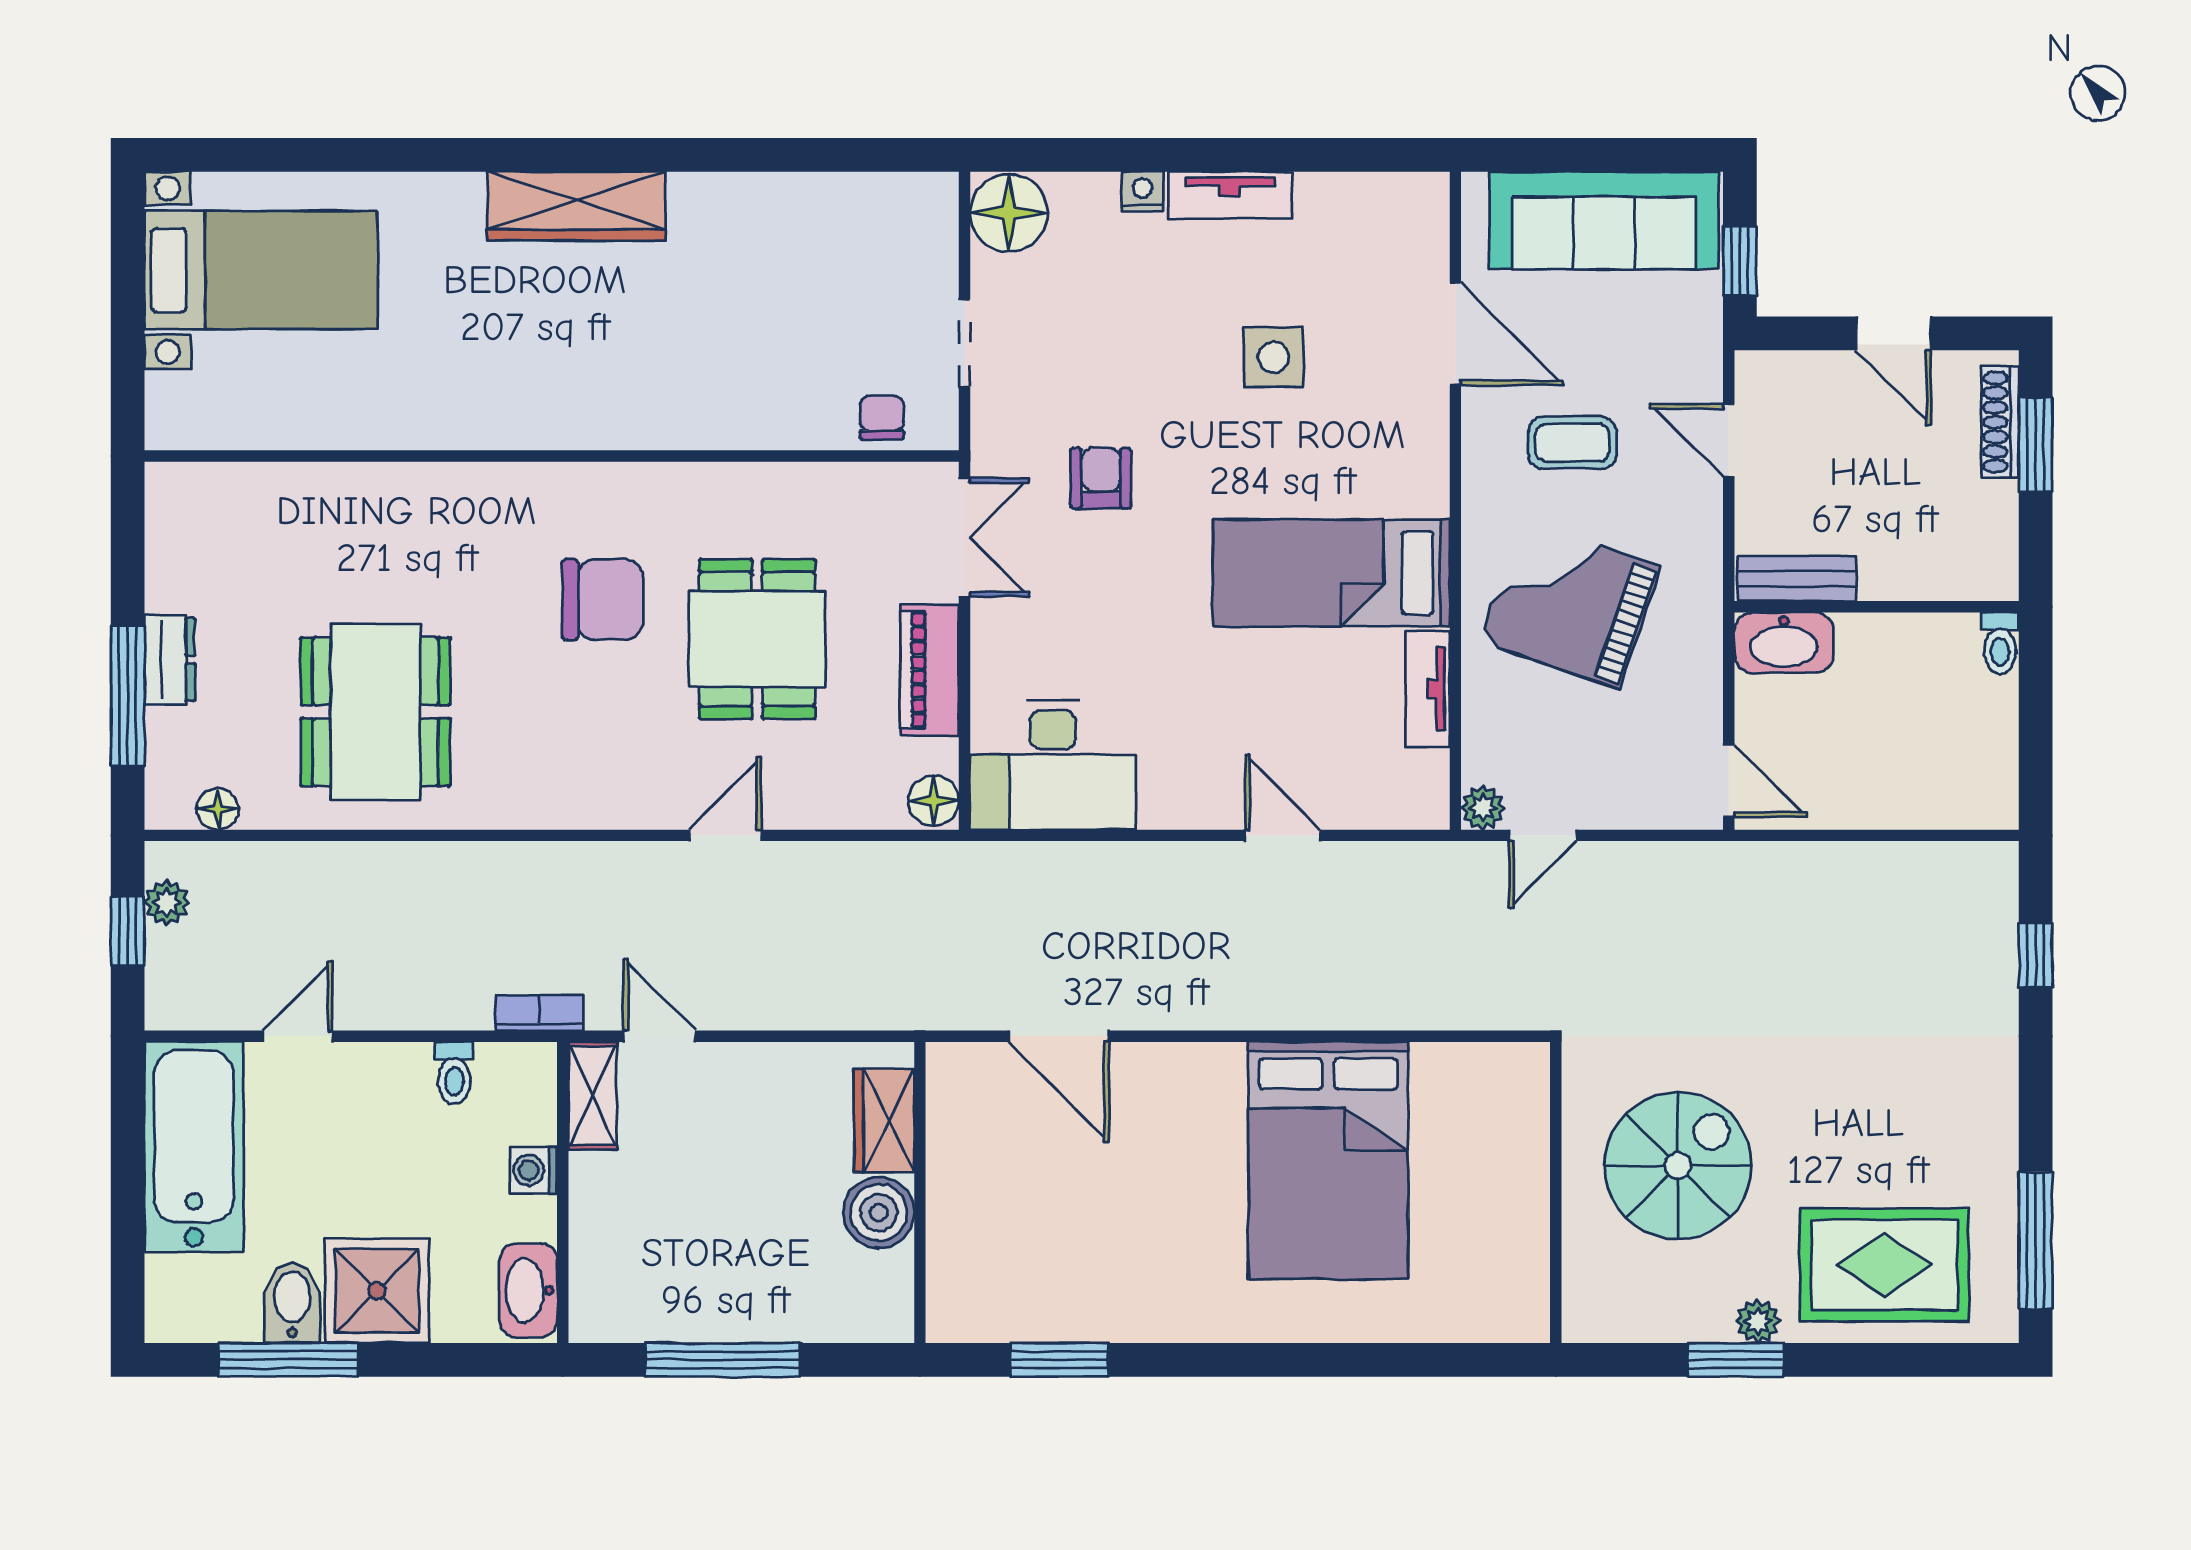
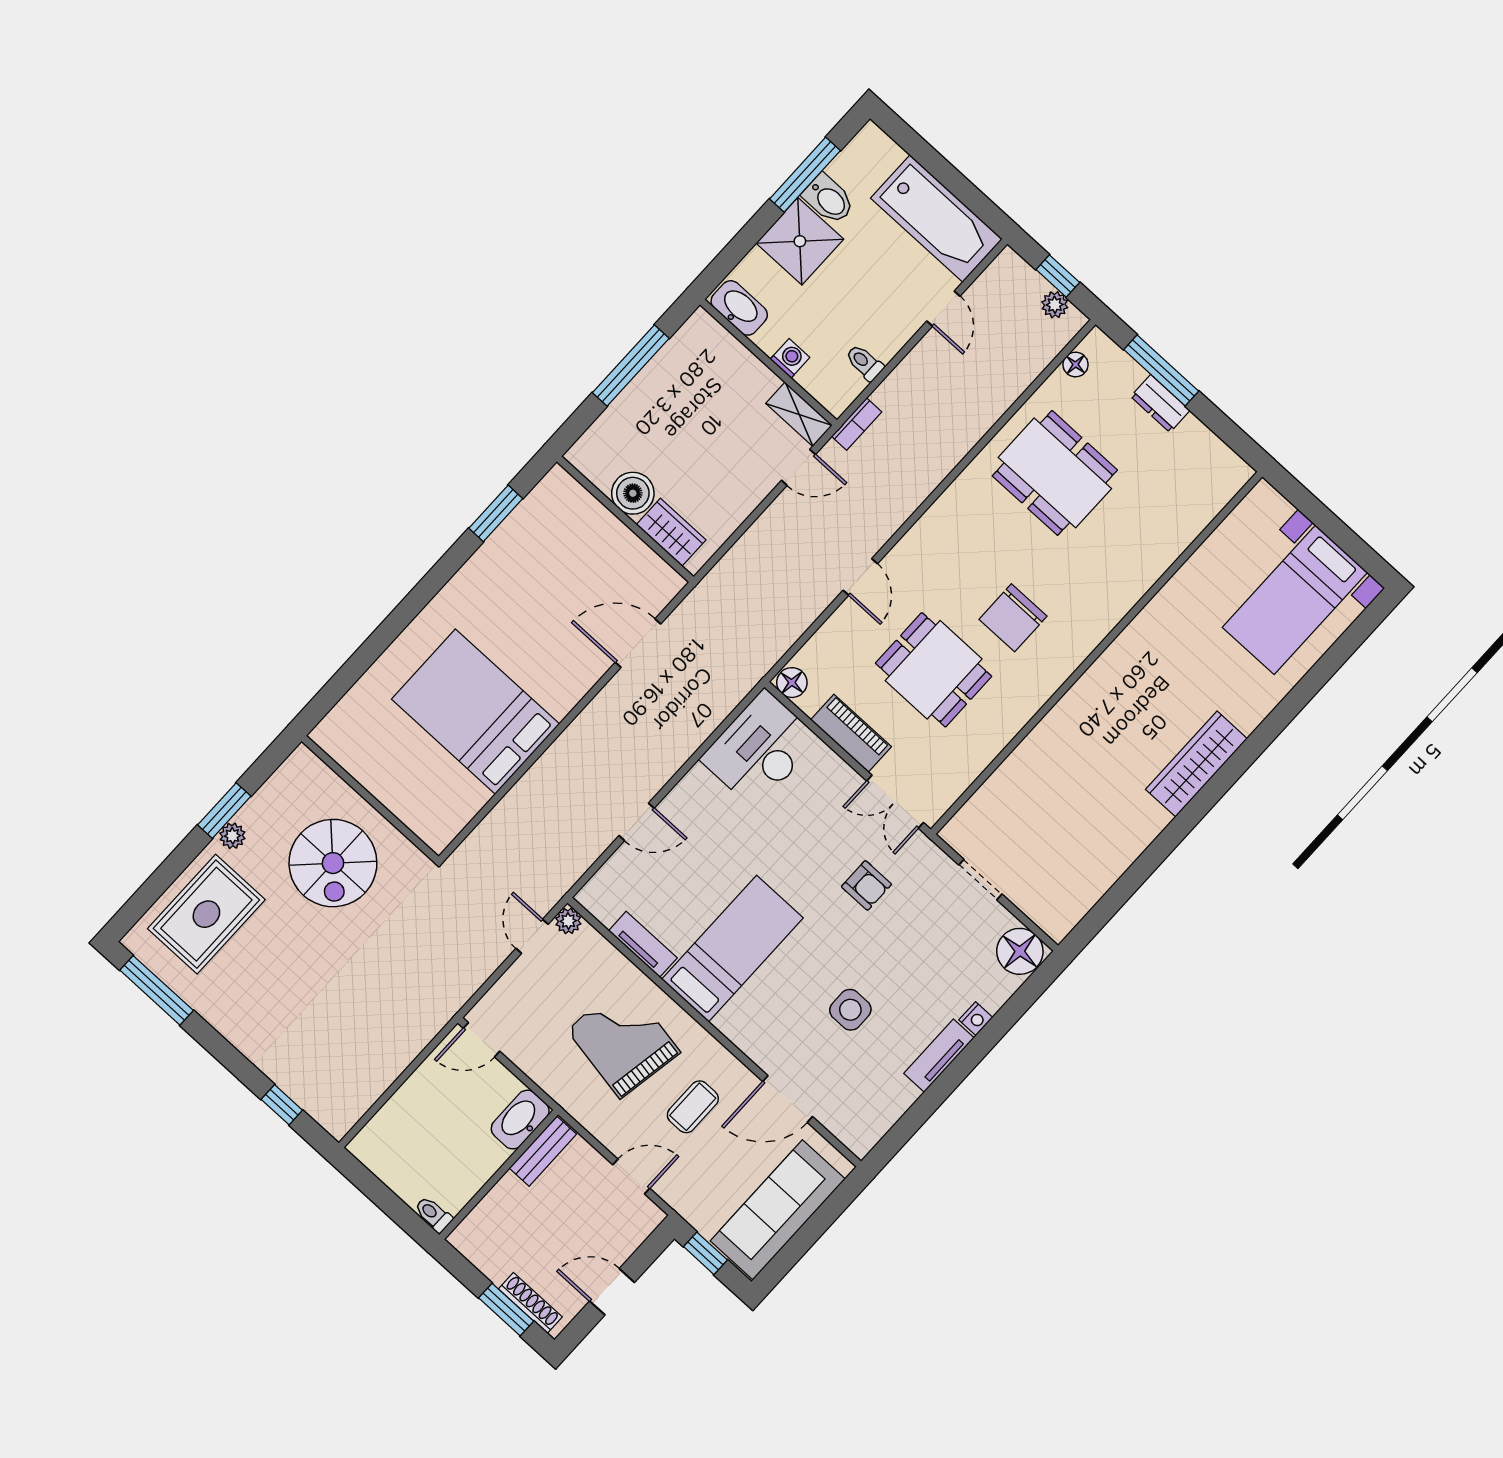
chair: (882, 417) -> (981, 814), removed
grand piano: (1569, 604) -> (623, 1041), turned -99

